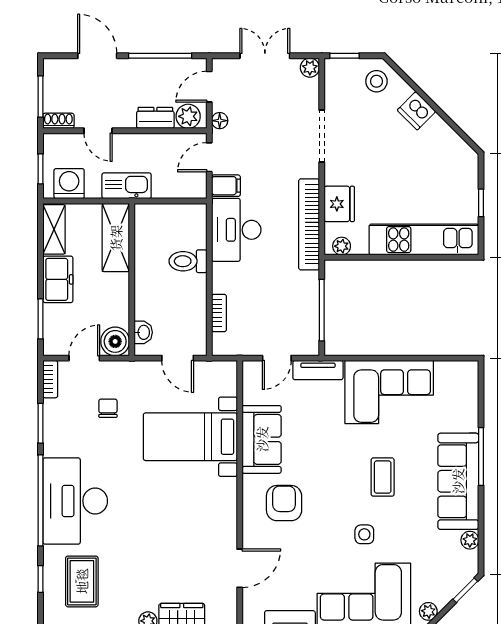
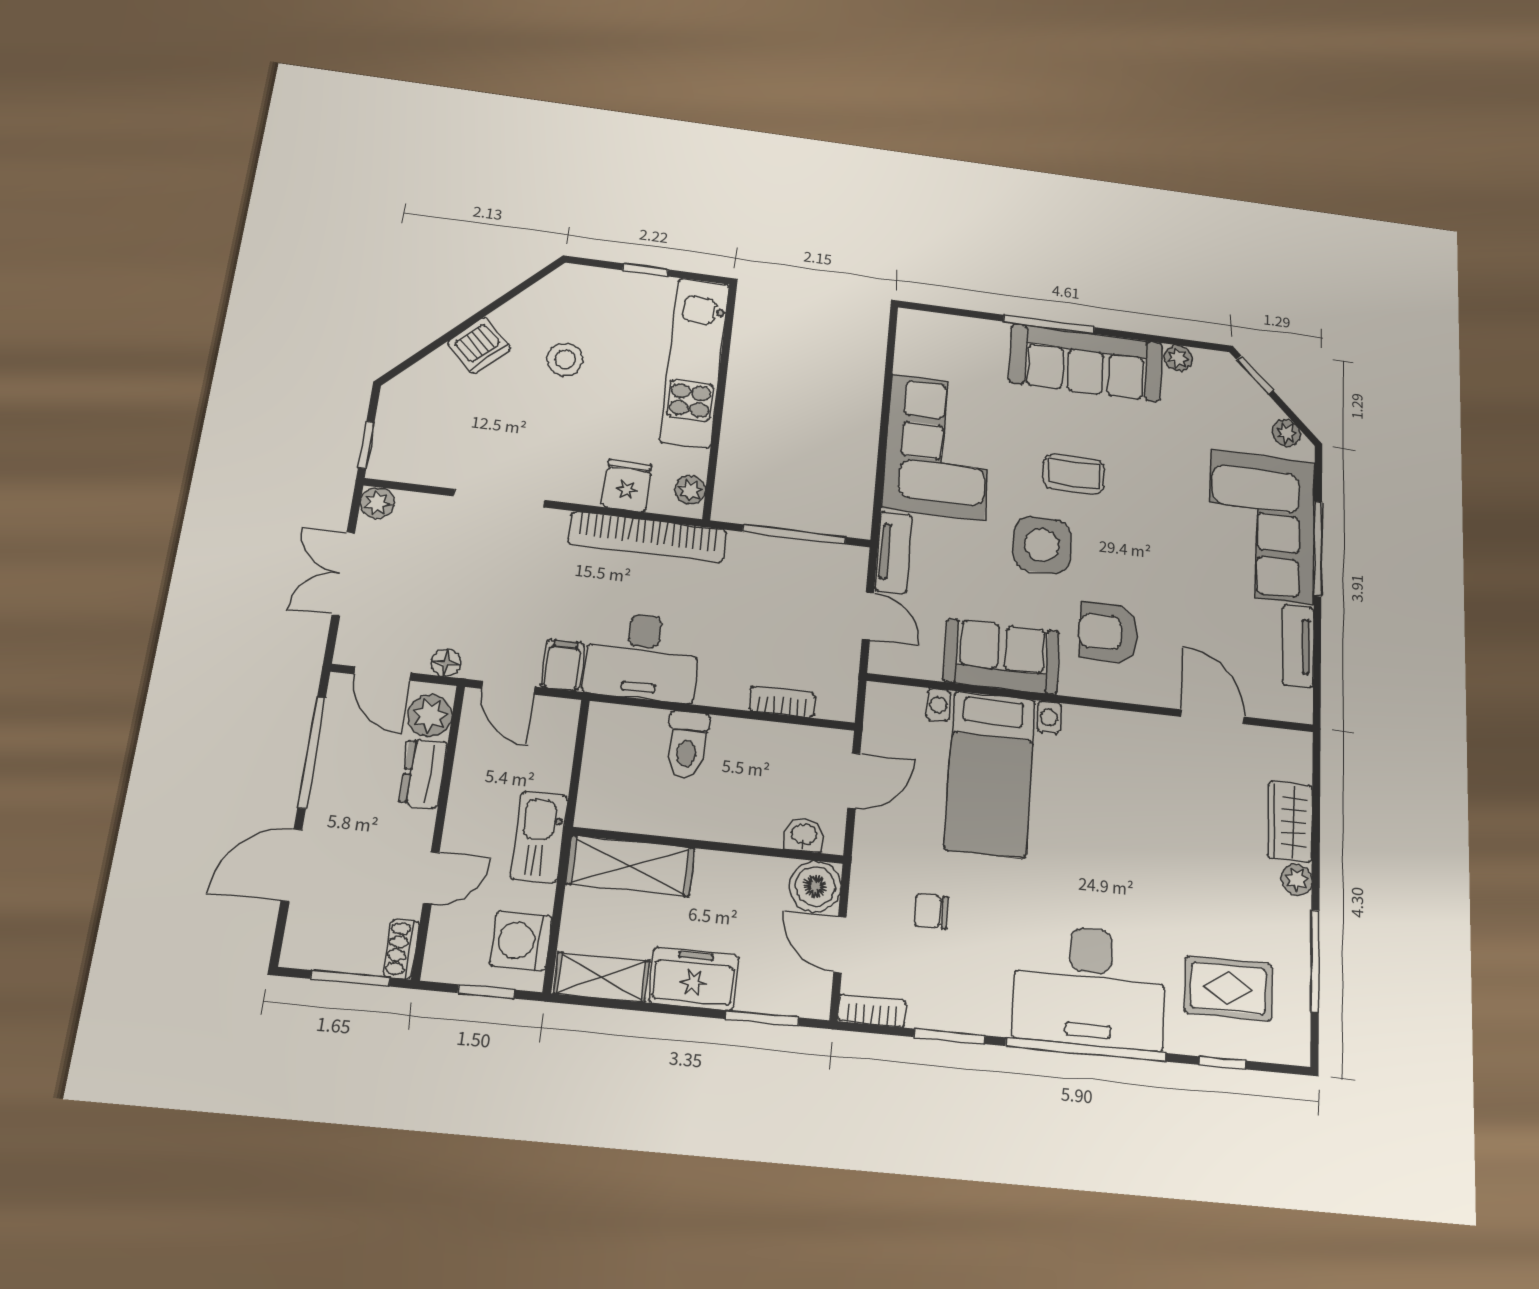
stool: (376, 81) -> (565, 359), moved
fridge: (339, 204) -> (627, 486), width x0.72
side table: (364, 534) -> (1042, 545), moved, width x1.87, depth x1.87

